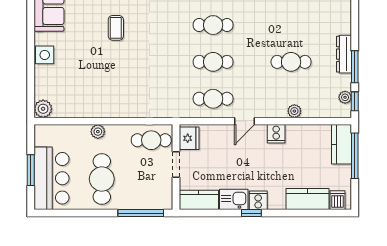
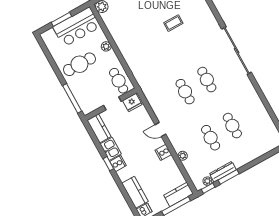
dresser: (344, 54) -> (223, 172), moved
cafe table: (213, 99) -> (232, 126), moved
bar counter: (51, 178) -> (77, 27), moved

